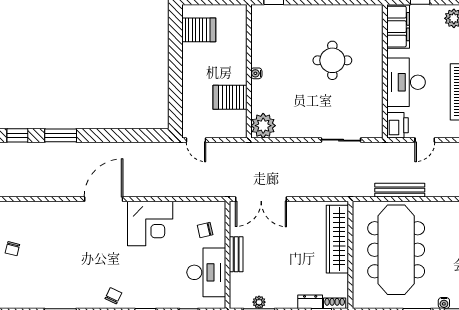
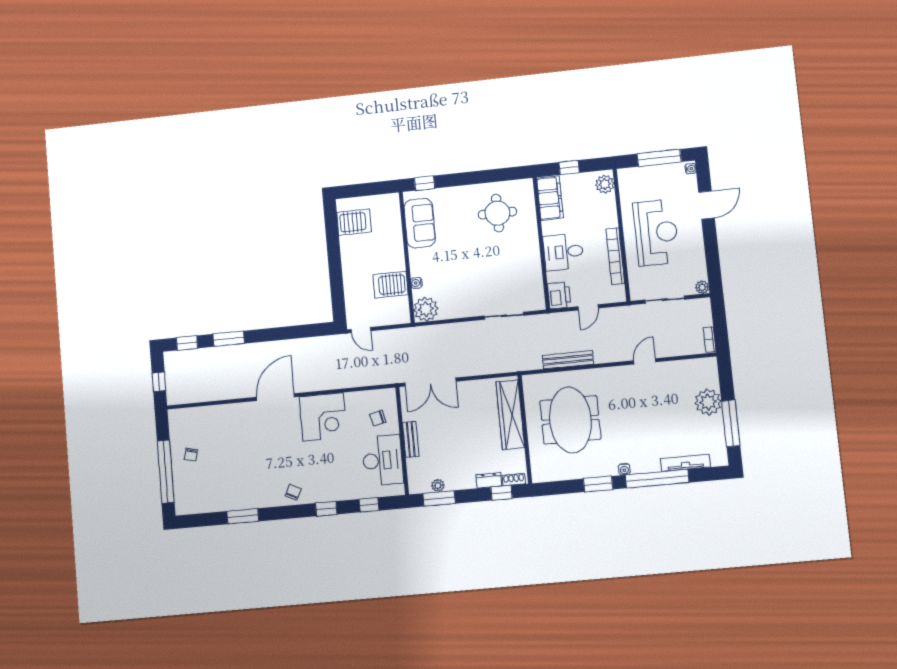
sofa: (265, 38) -> (420, 223), added
round table: (332, 60) -> (497, 213), moved
water cooler: (256, 73) -> (416, 283), moved
desk: (406, 82) -> (563, 252), width x0.73
meeting table: (396, 250) -> (570, 420), width x0.73

